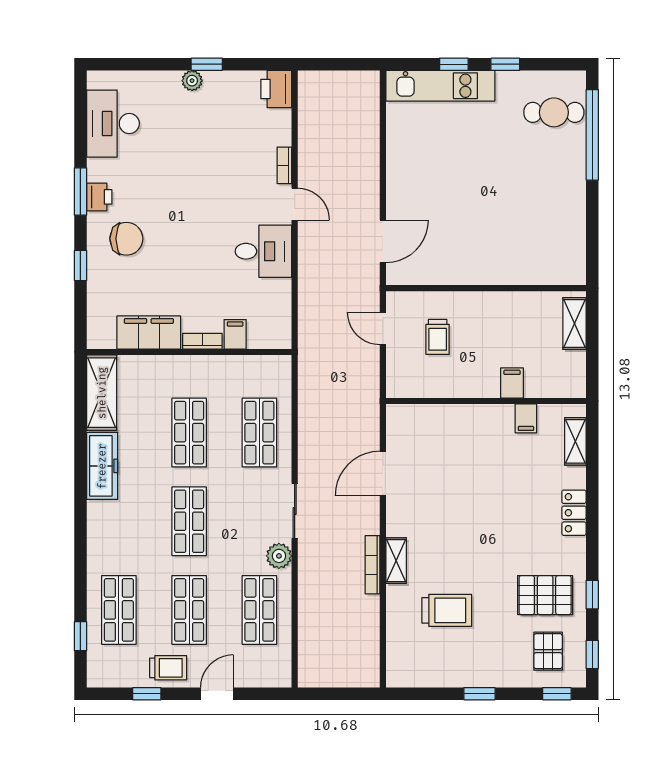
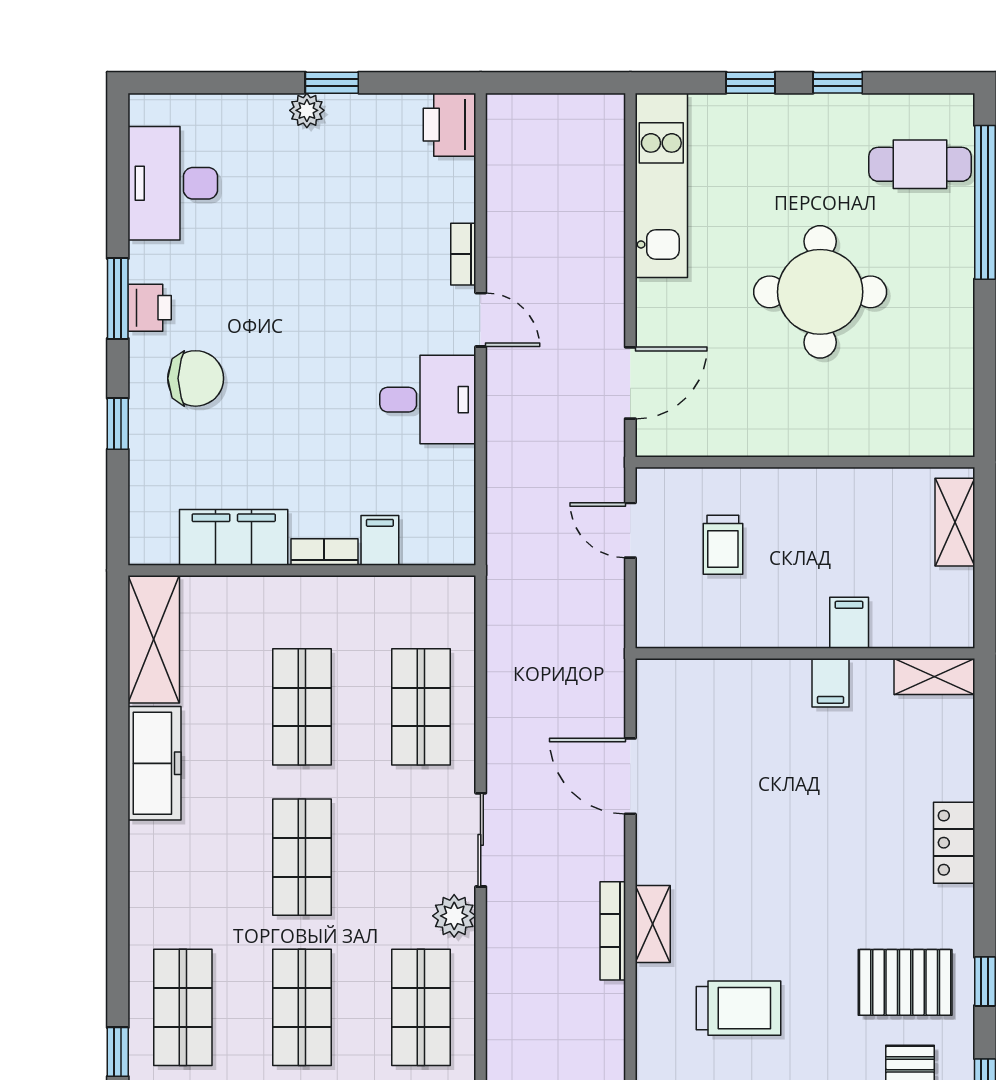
kitchen unit: (440, 86) -> (661, 185), moved, turned -90
round table: (495, 188) -> (820, 292), added
filing cabinet: (526, 418) -> (830, 683), moved
shelving: (575, 441) -> (934, 677), moved, turned 90
door: (383, 473) -> (630, 776), hinge flipped

